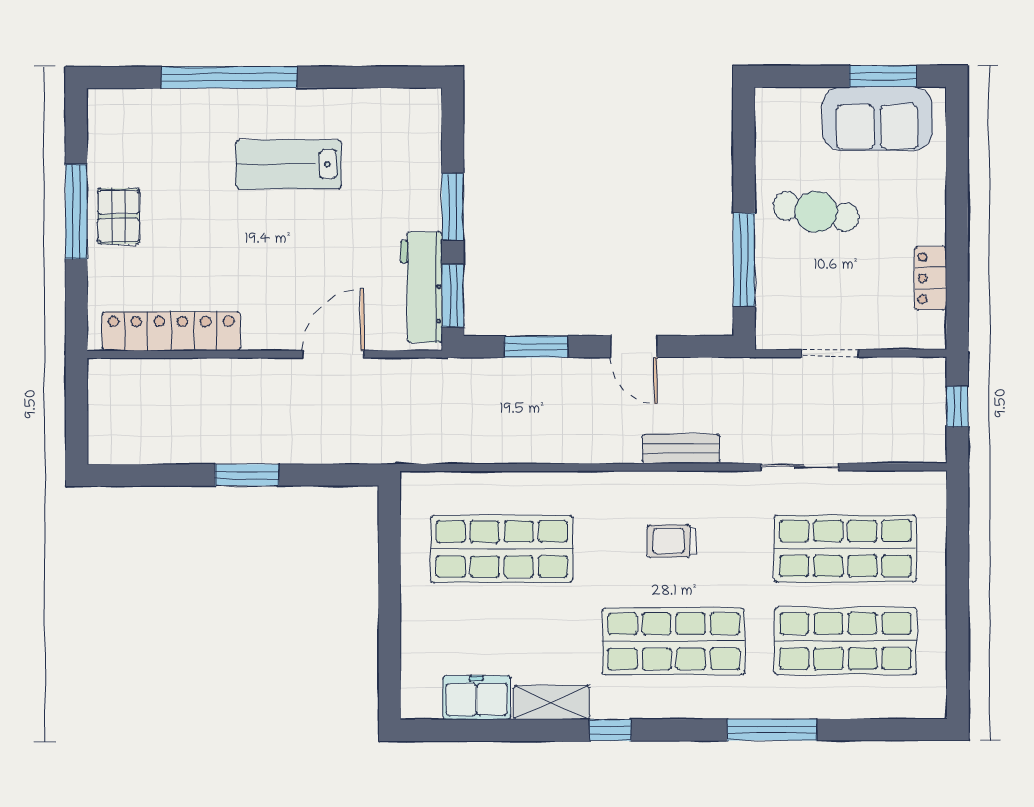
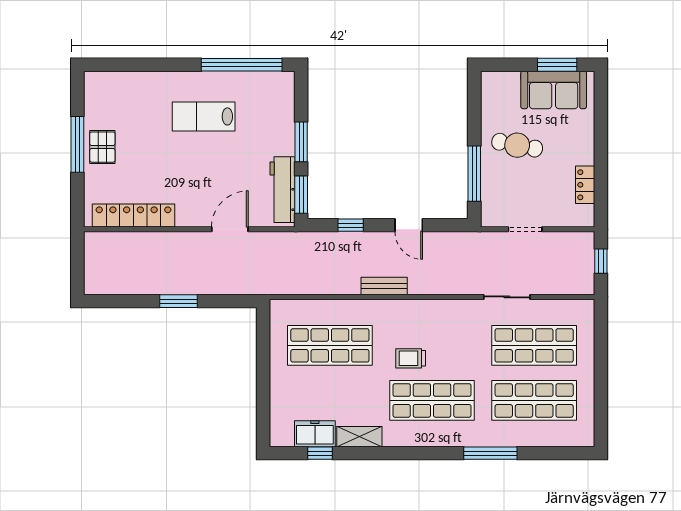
window: (229, 77) -> (242, 65), moved
window: (536, 347) -> (351, 225), width x0.67
bench: (681, 449) -> (384, 286), moved
trolley: (672, 541) -> (411, 358), moved
window: (610, 730) -> (320, 453), moved

